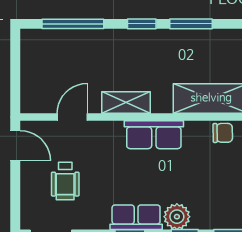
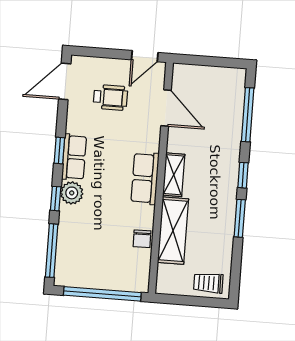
shelving: (126, 103) -> (174, 175), moved
door: (72, 117) -> (166, 108), width x1.37
wheelchair: (65, 181) -> (110, 97), turned 180

